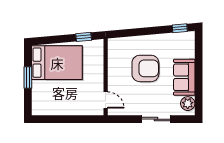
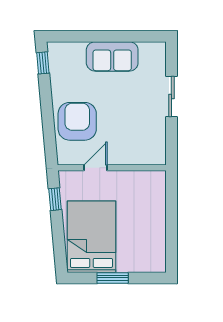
armchair: (145, 68) -> (77, 121), moved
door: (106, 100) -> (96, 168), moved
plant: (188, 104) -> (149, 52), removed

